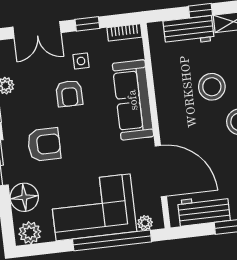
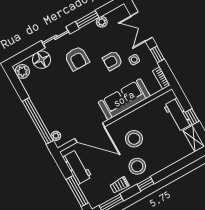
stool: (212, 87) -> (134, 139), moved
door: (161, 171) -> (90, 133), hinge flipped
corner sofa: (93, 207) -> (52, 102), removed

